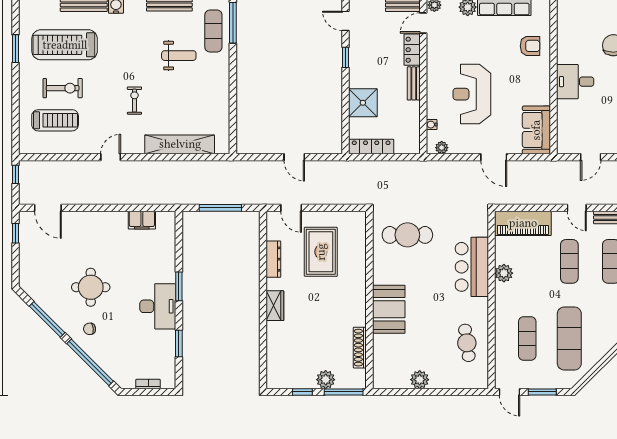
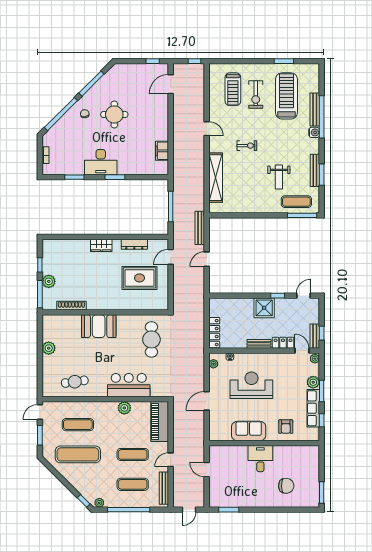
shower: (363, 103) -> (264, 308), moved
sofa: (536, 130) -> (249, 431), moved
locker: (371, 147) -> (214, 333), moved
bench: (250, 167) -> (200, 228), added

